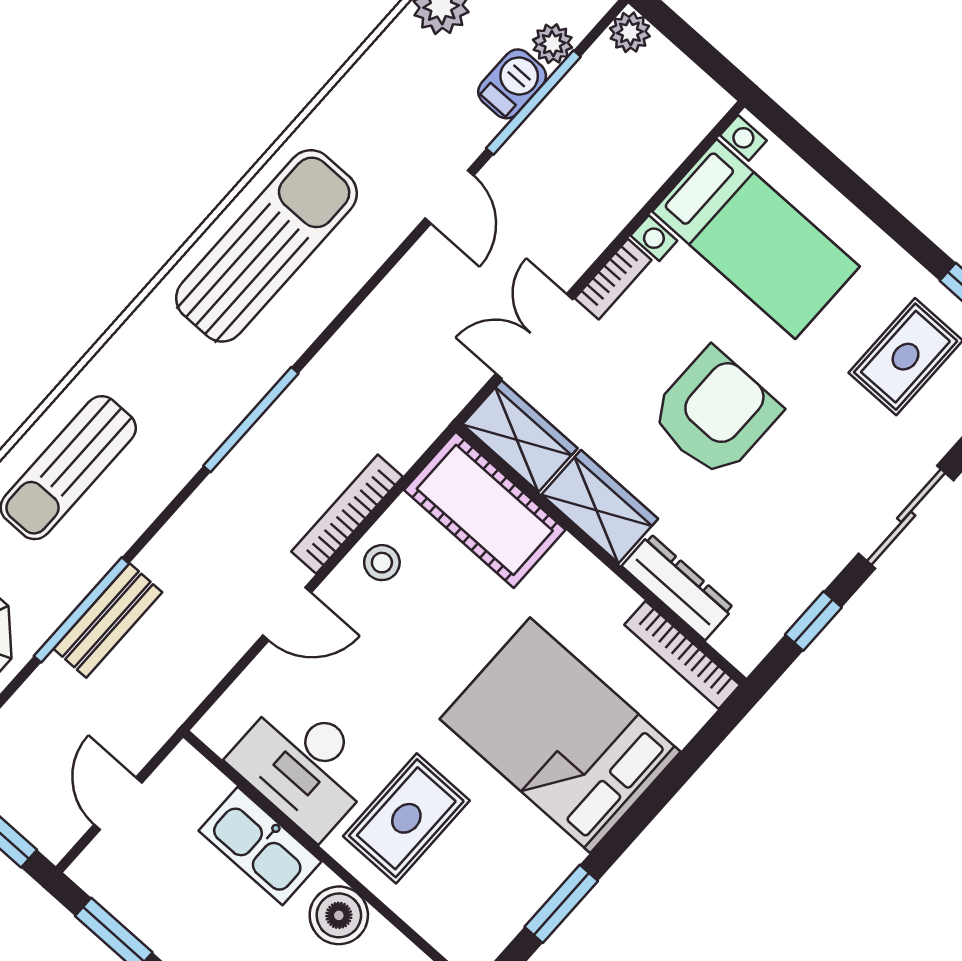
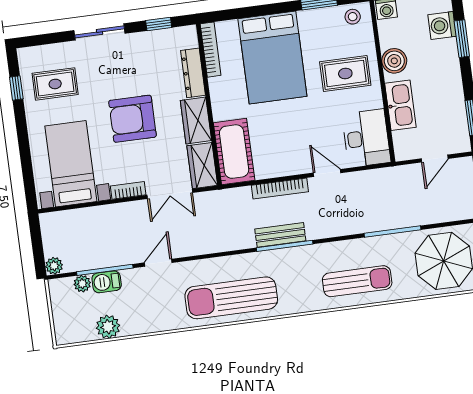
stool: (382, 563) -> (353, 17), moved
bench: (108, 621) -> (280, 235), moved
desk: (304, 765) -> (366, 138), moved

